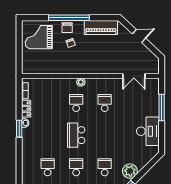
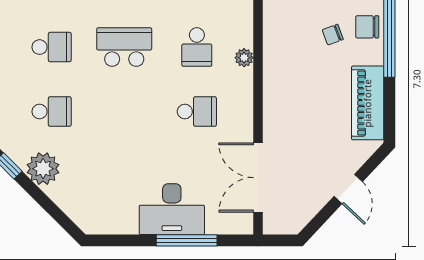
double door: (134, 76) -> (258, 178), width x1.37
school desk: (76, 103) -> (197, 47), turned 90
desk: (148, 131) -> (172, 209), moved

